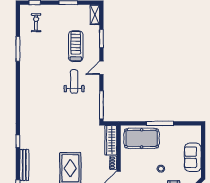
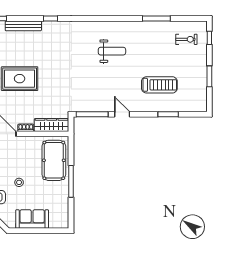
shelving: (95, 15) -> (196, 107), removed
door: (101, 68) -> (122, 114), moved
weight bench: (74, 82) -> (112, 51), moved

